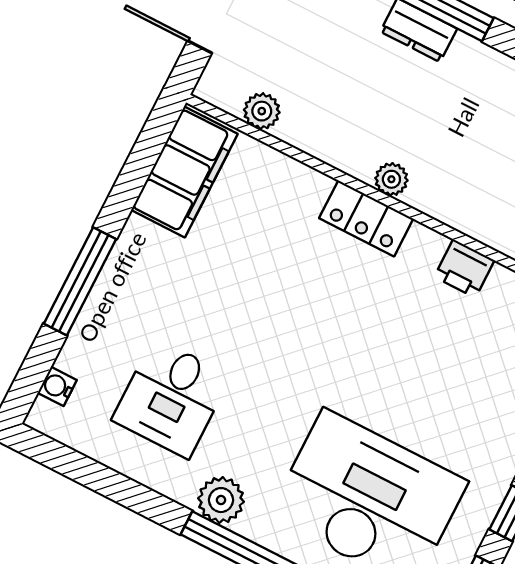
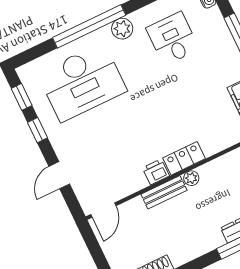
bench: (453, 209) -> (164, 192), added
printer: (464, 269) -> (156, 172), moved

